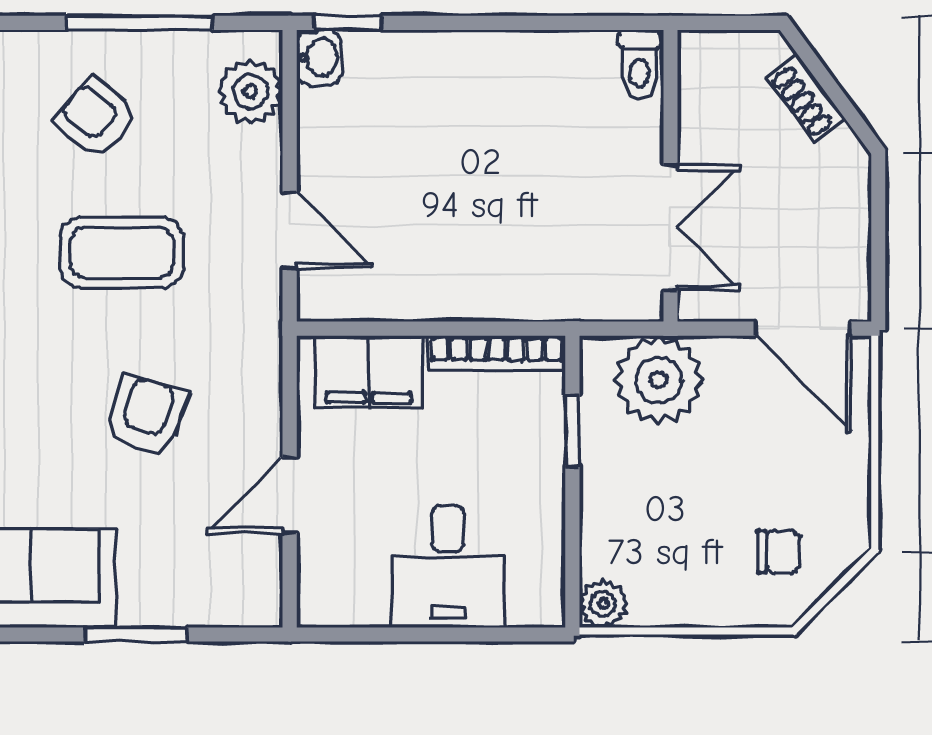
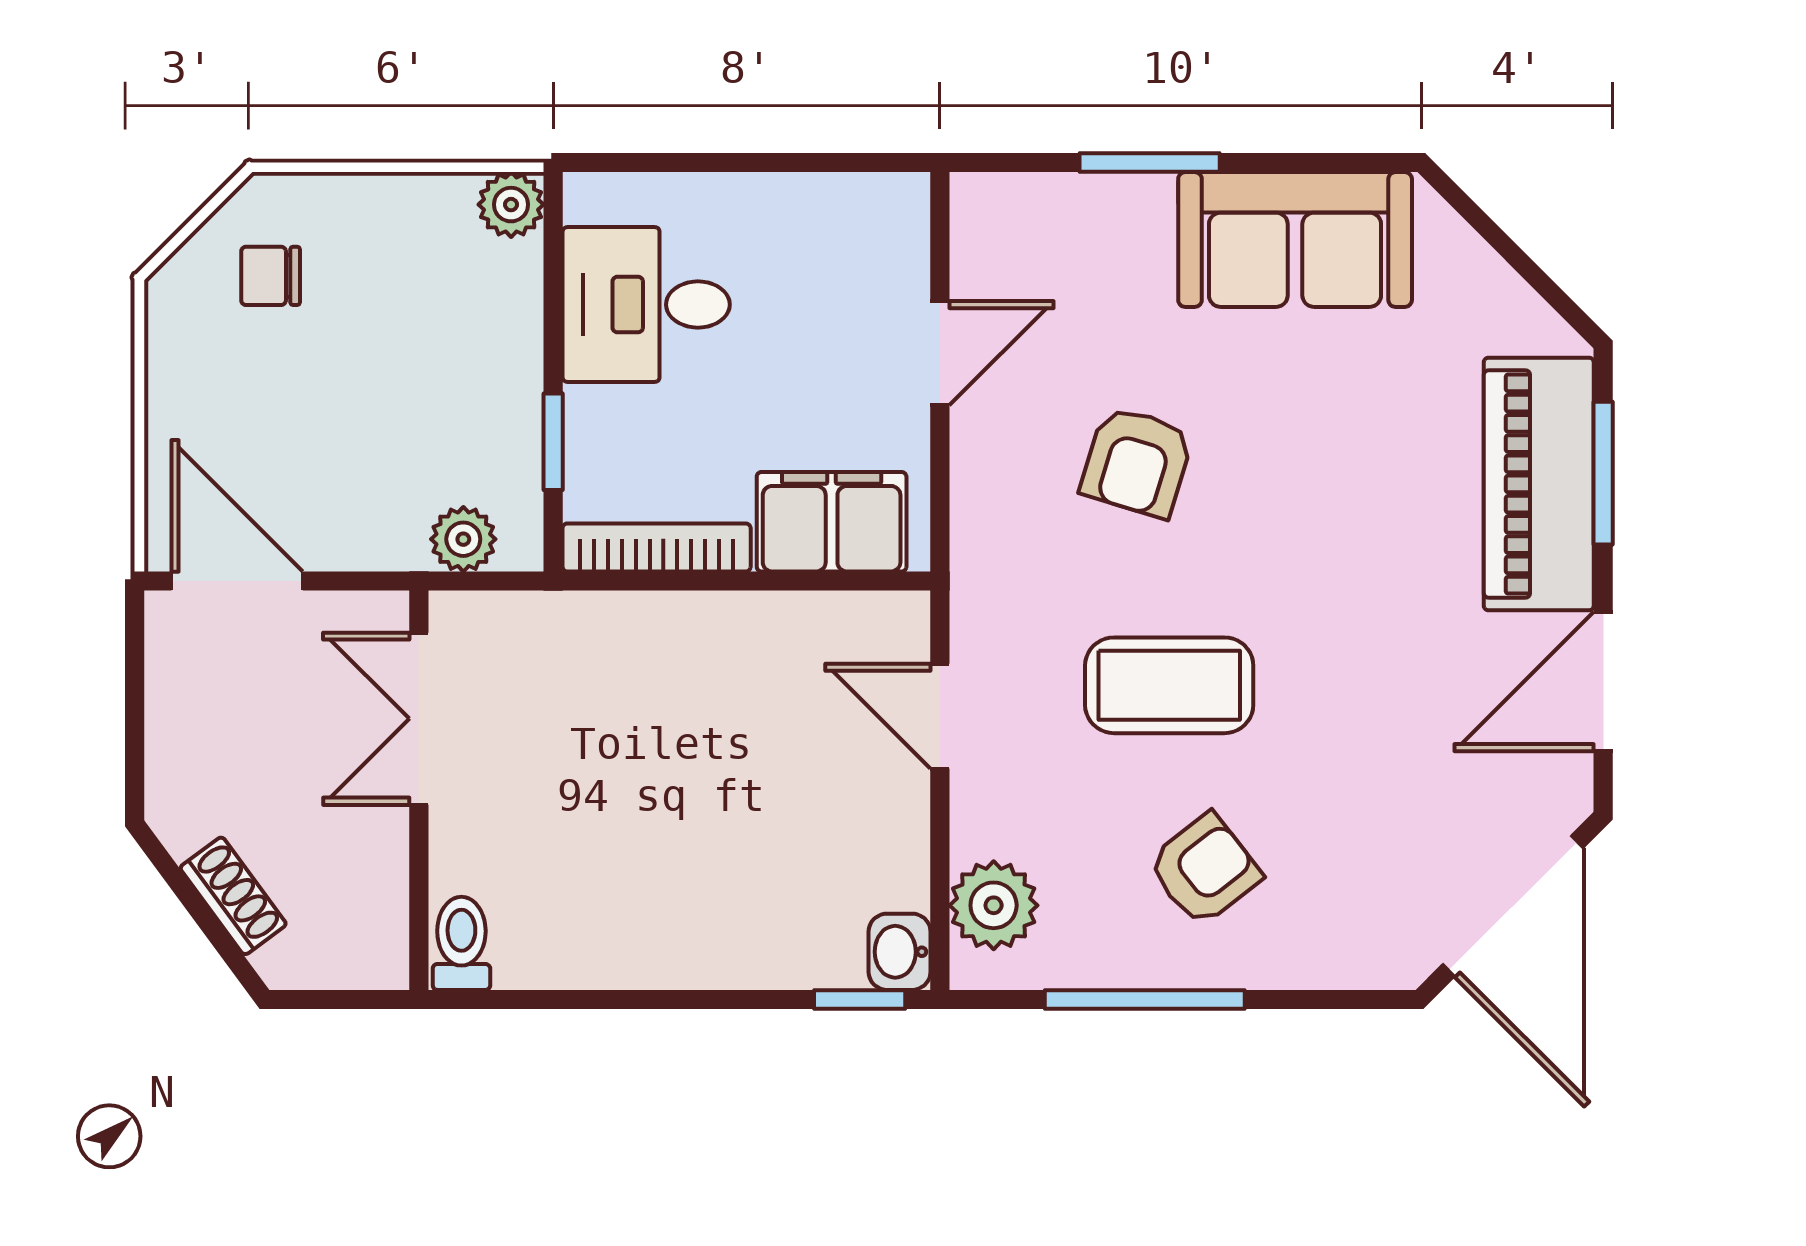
armchair: (96, 118) -> (1204, 870), turned -78
plant: (659, 380) -> (463, 539), width x0.53, depth x0.53
desk: (448, 566) -> (646, 305), moved, turned -90

